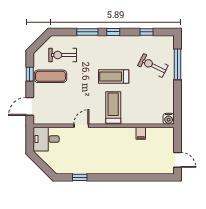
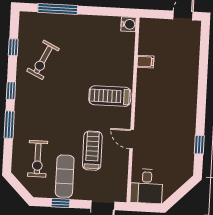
exercise bike: (153, 66) -> (43, 60), moved
treadmill: (114, 77) -> (92, 151), moved, turned 180

